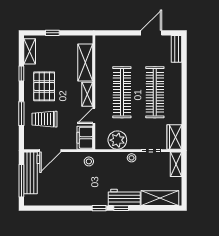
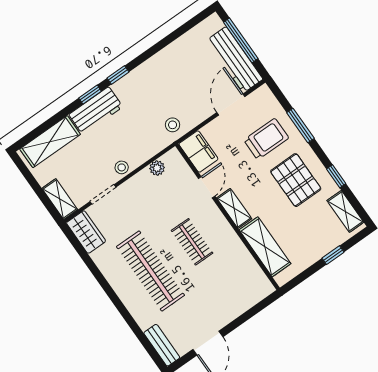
clothes rail: (122, 92) -> (192, 242), width x0.54, depth x0.76
plant: (117, 140) -> (157, 168), width x0.53, depth x0.53

